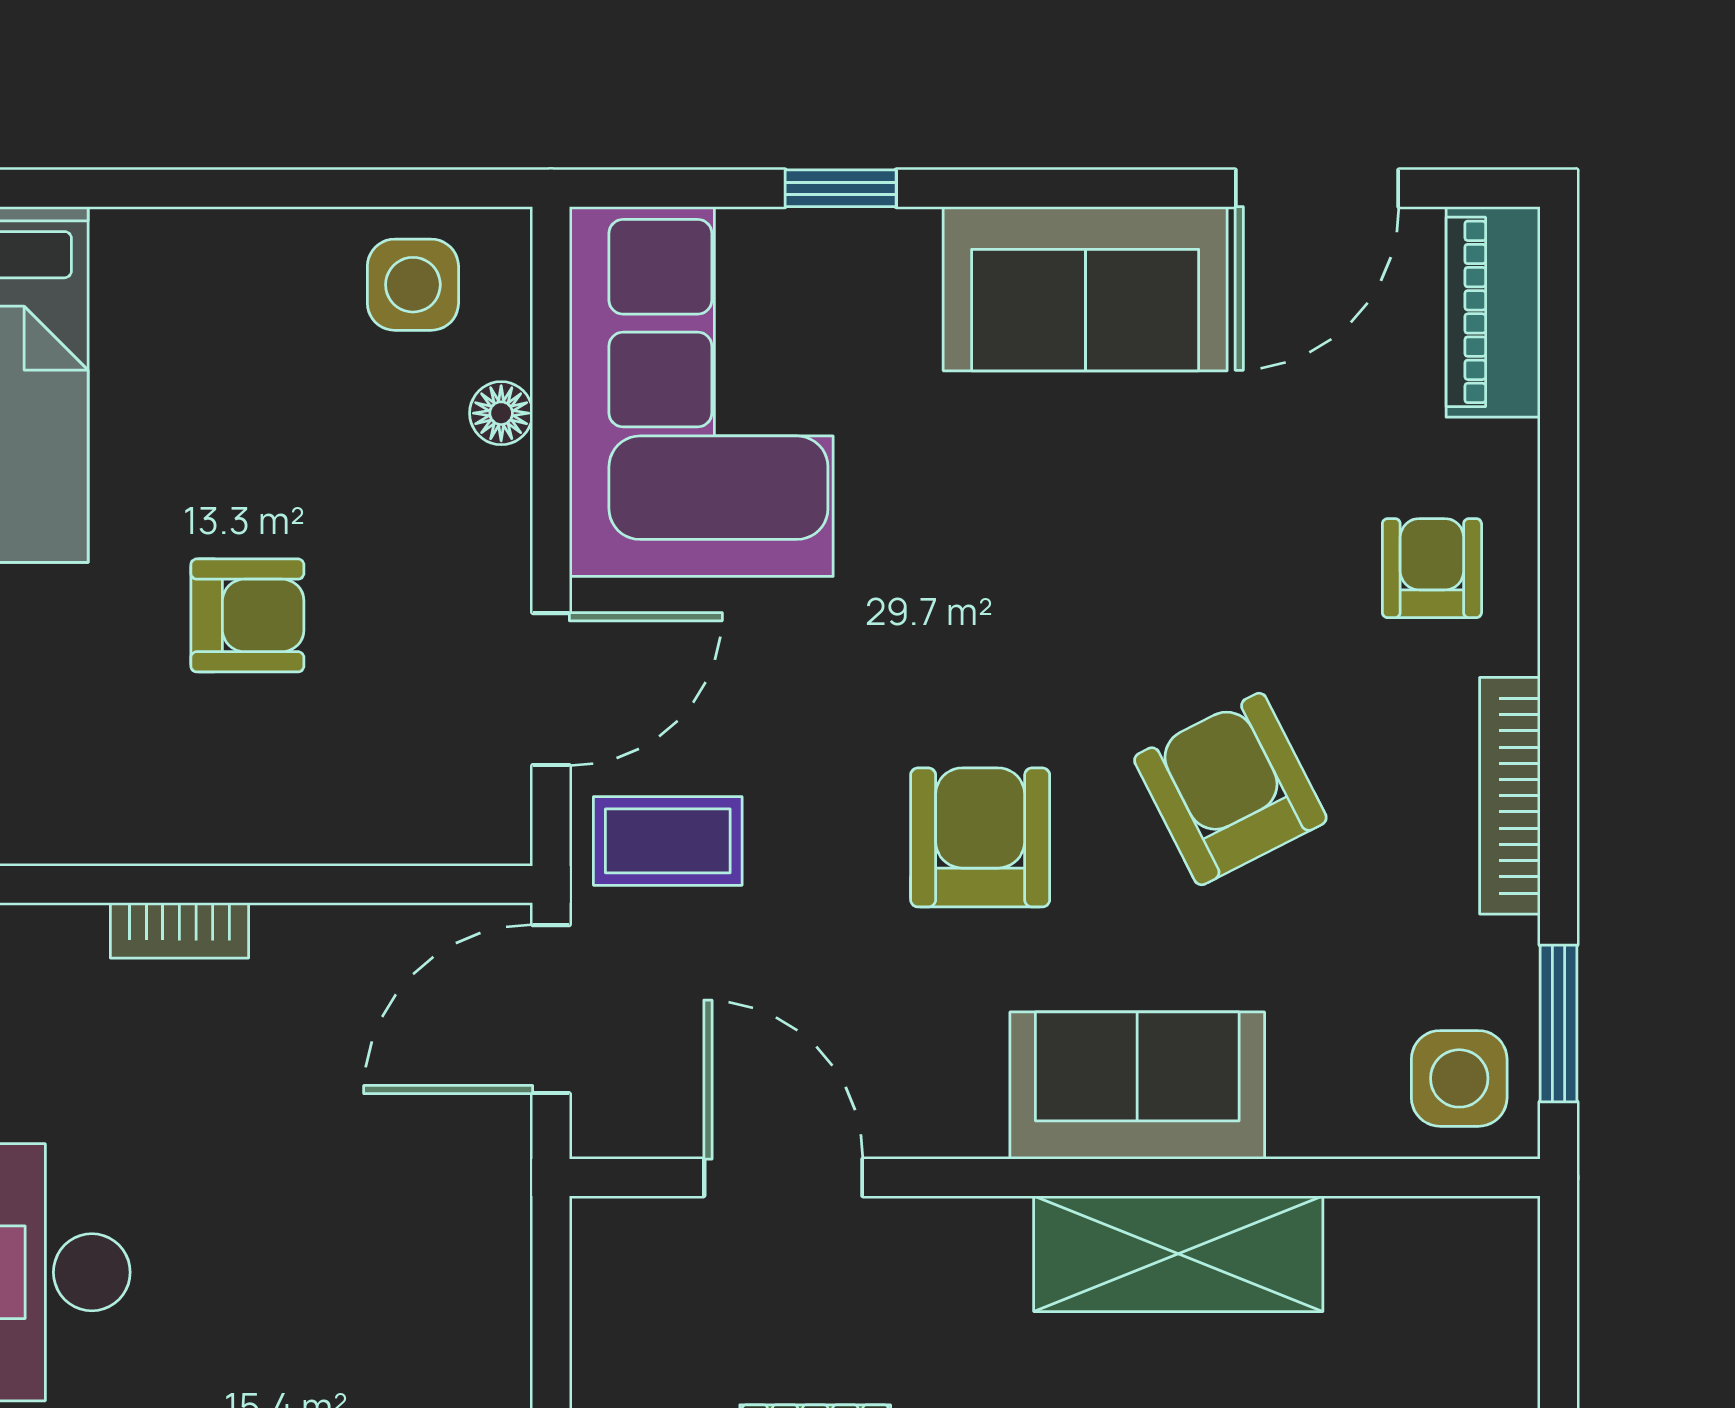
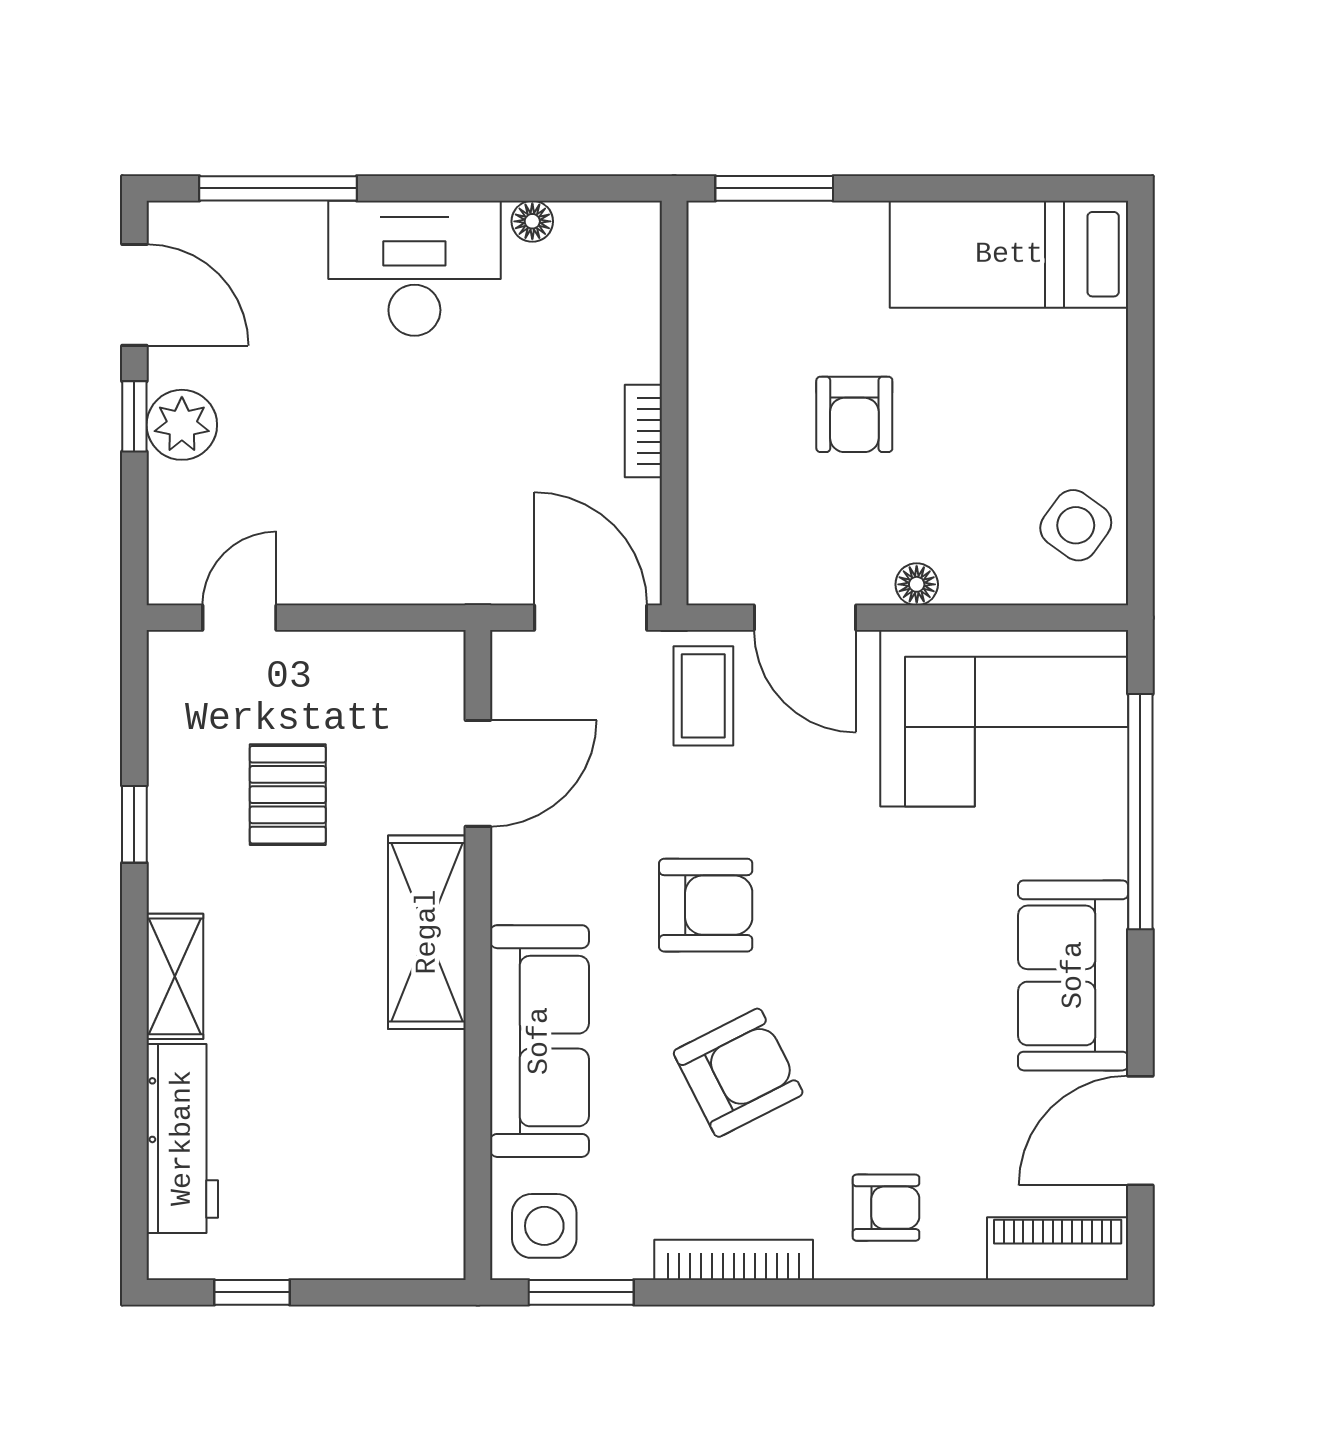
window: (841, 188) -> (1140, 812), width x3.17
door: (1317, 188) -> (1140, 1131), hinge flipped
side table: (413, 285) -> (1076, 525), turned 36
floor lamp: (501, 413) -> (917, 584), moved
bookcase: (179, 930) -> (643, 431), moved
sofa: (1137, 1086) -> (539, 1041), width x1.36
shelving: (1178, 1254) -> (427, 932), moved

